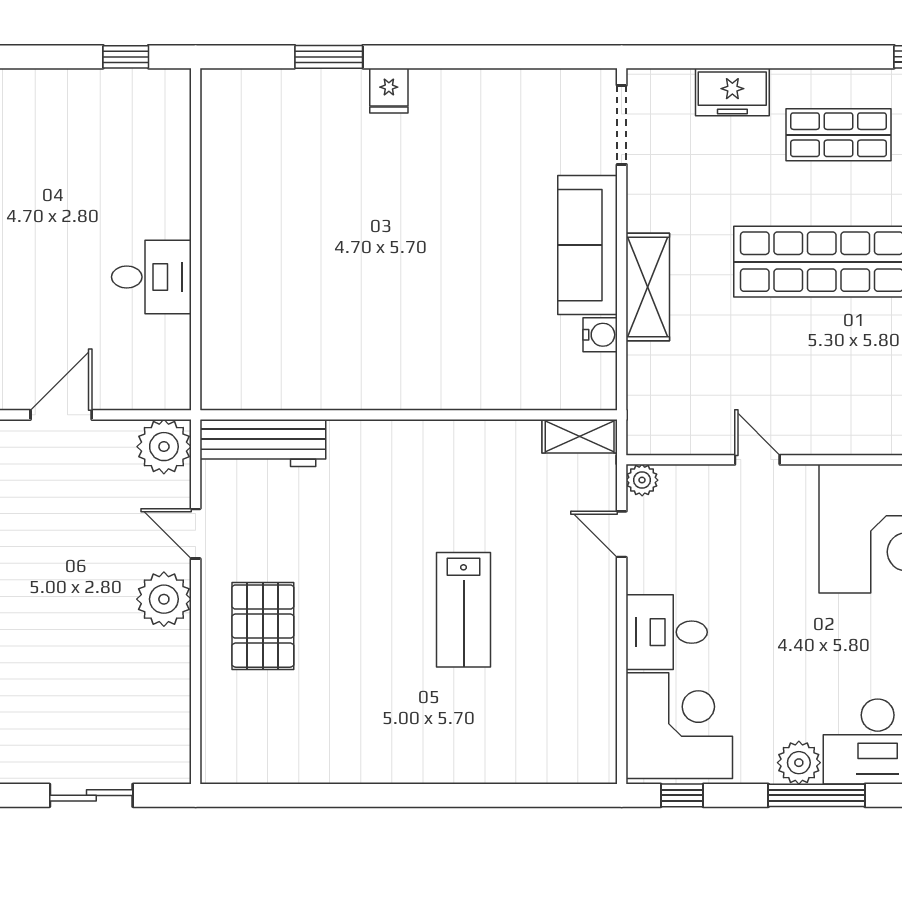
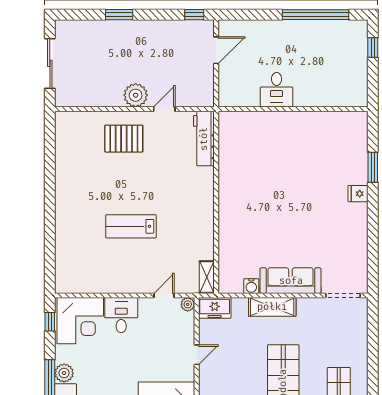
window: (126, 57) -> (373, 48), moved
freezer: (732, 92) -> (215, 308), moved, turned -90
door: (61, 415) -> (216, 50), hinge flipped
plant: (164, 447) -> (202, 95), removed
sliding door: (91, 795) -> (50, 63), width x1.37

